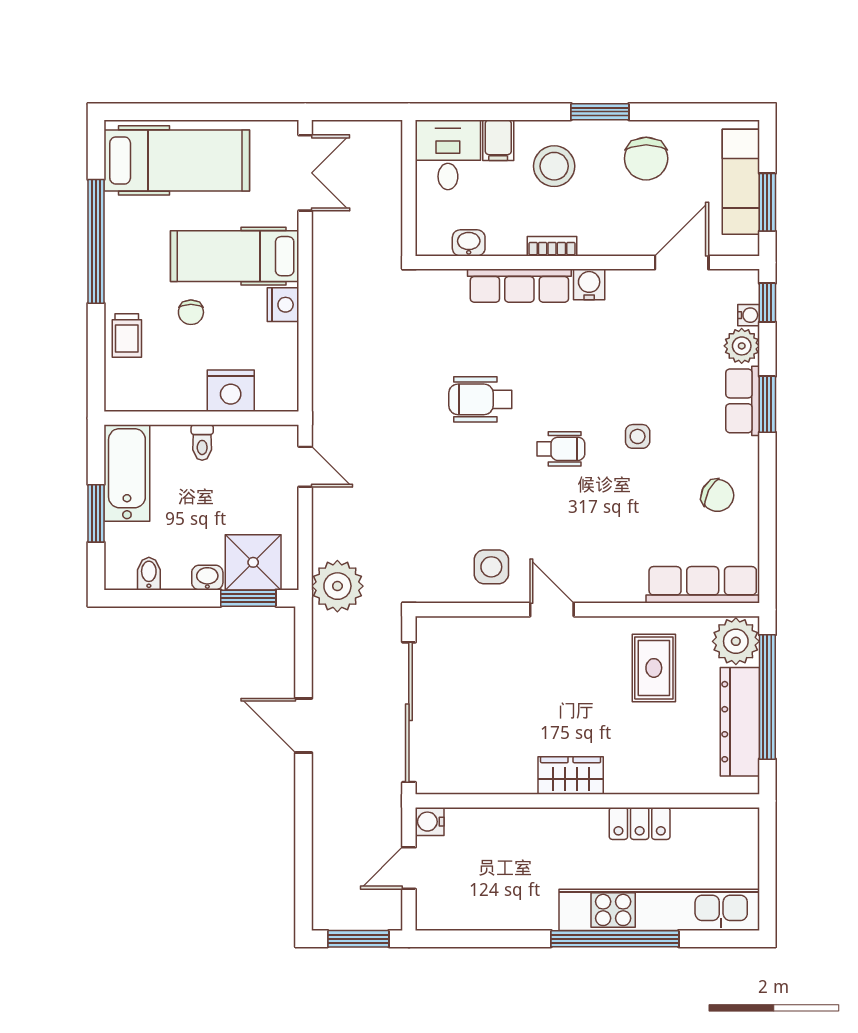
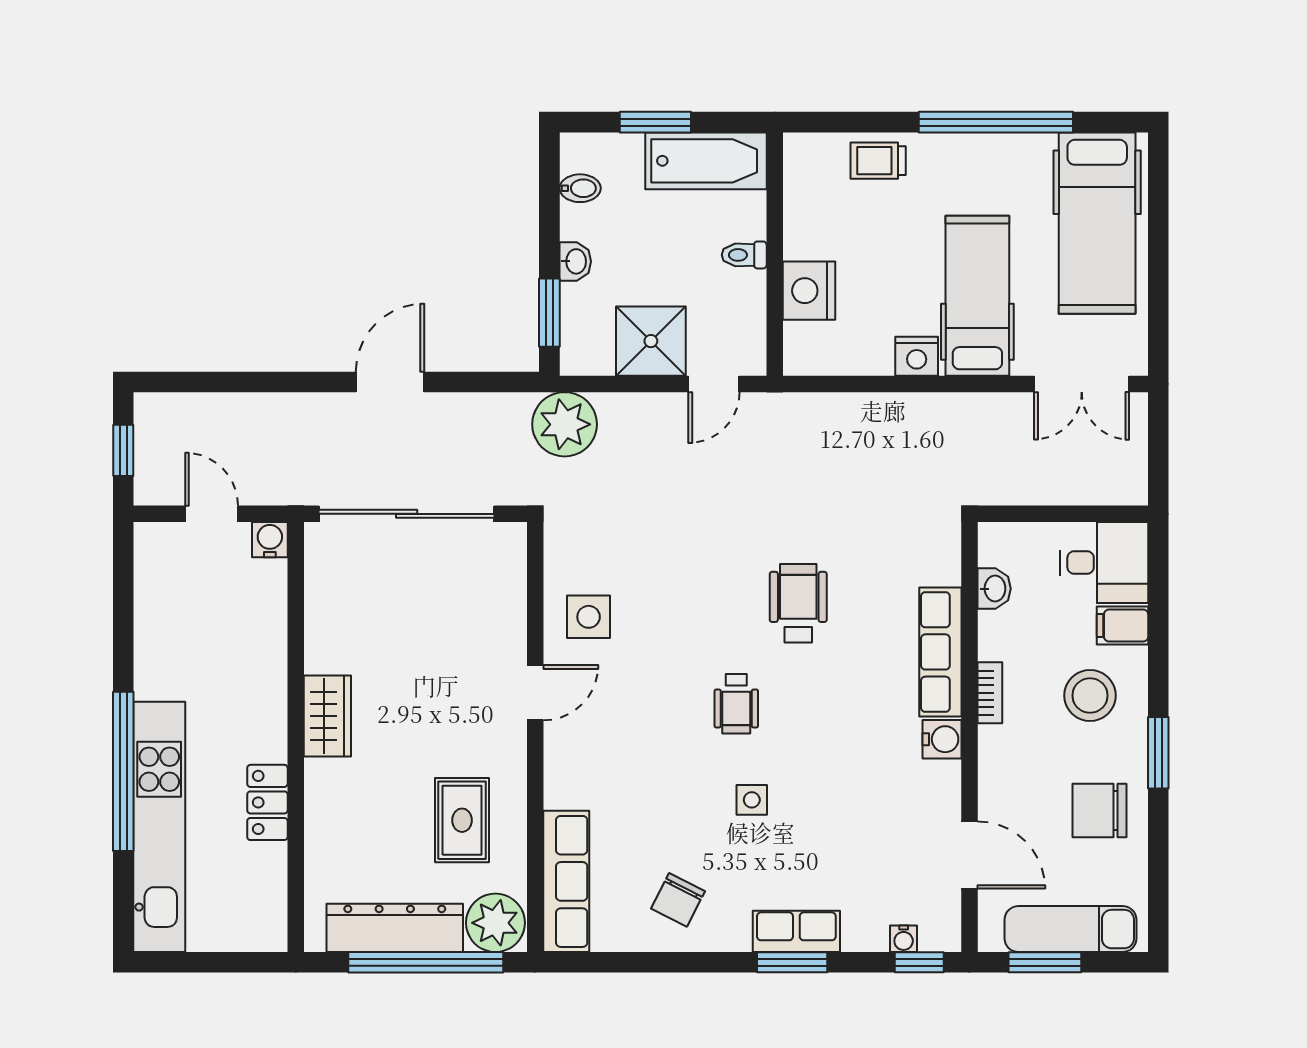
chair: (191, 312) -> (907, 241), removed
plant: (742, 346) -> (865, 930), removed
shower: (253, 562) -> (651, 341), moved
rug: (654, 668) -> (462, 820), turned 90
window: (358, 939) -> (123, 450), width x0.67

